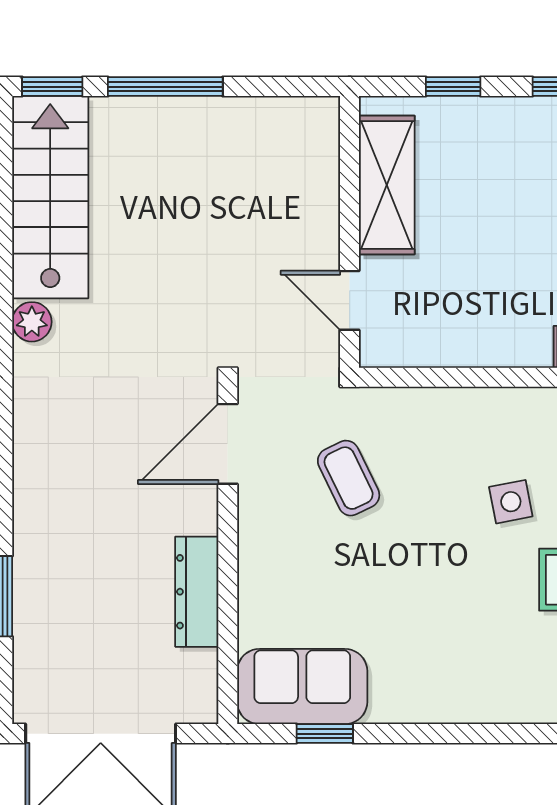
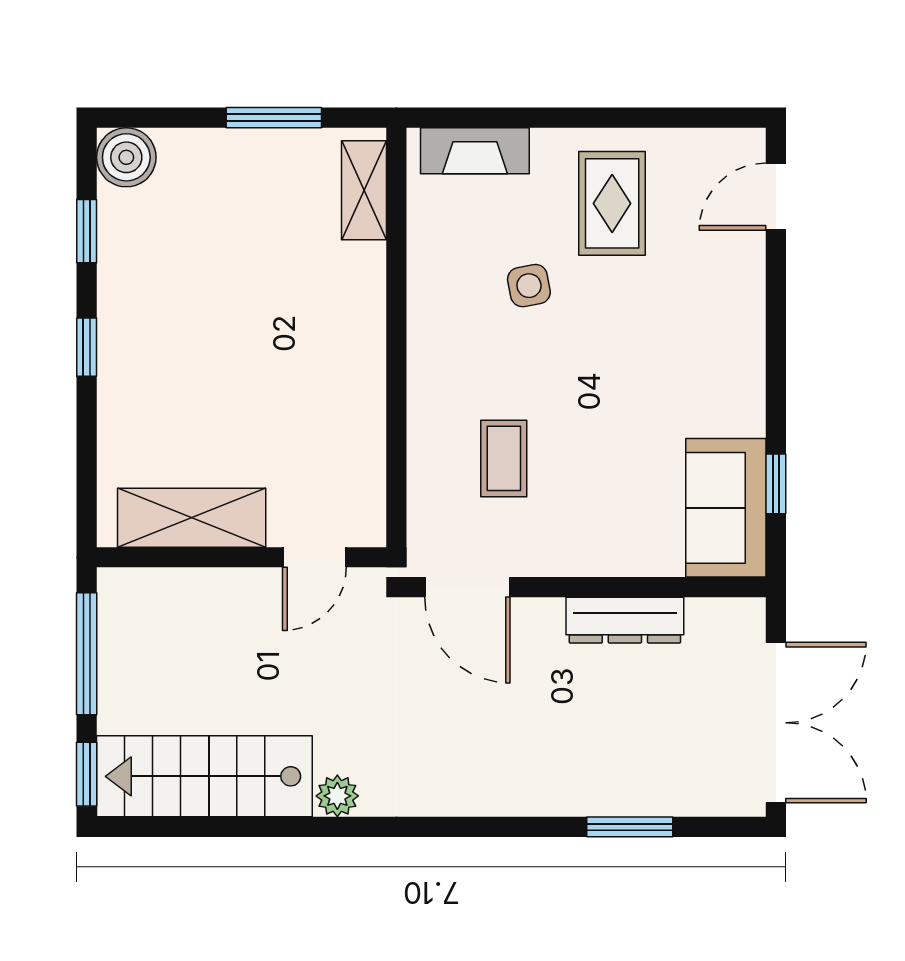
shelving: (387, 185) -> (192, 518), moved
wall: (350, 232) -> (242, 557), moved
door: (350, 300) -> (314, 557), moved
coffee table: (349, 478) -> (504, 458), turned -64

